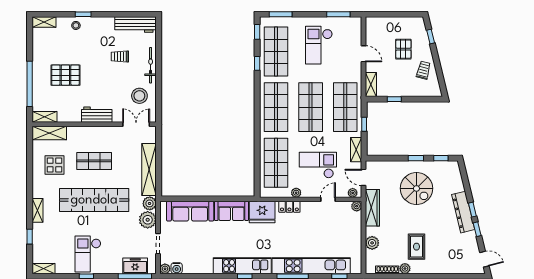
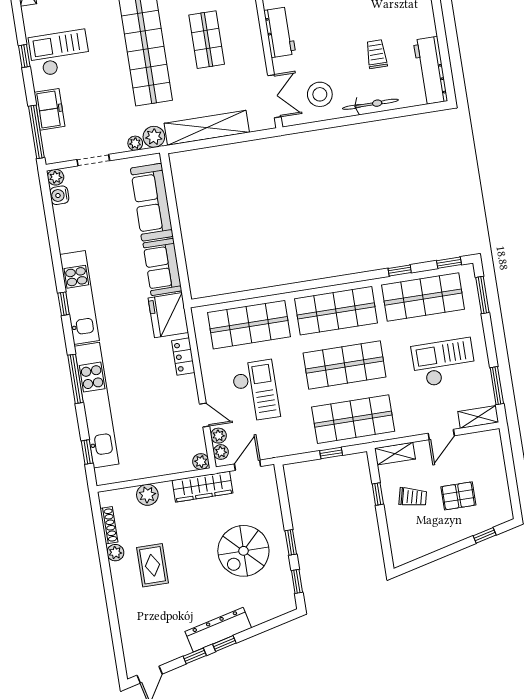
trolley: (423, 70) -> (413, 497), moved
shelving: (356, 150) -> (478, 417), moved
plant: (296, 193) -> (218, 436), moved
plant: (148, 220) -> (135, 143), width x0.53, depth x0.53
rug: (416, 247) -> (152, 565), turned 90
freezer: (135, 266) -> (49, 109), moved

